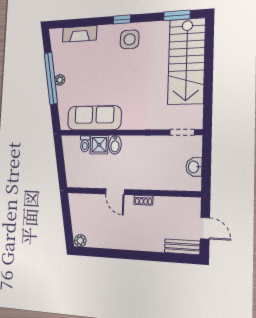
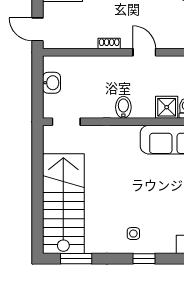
side table: (130, 39) -> (133, 234), width x0.54, depth x0.54
bidet: (115, 145) -> (123, 107), moved
door: (205, 228) -> (37, 29), moved

